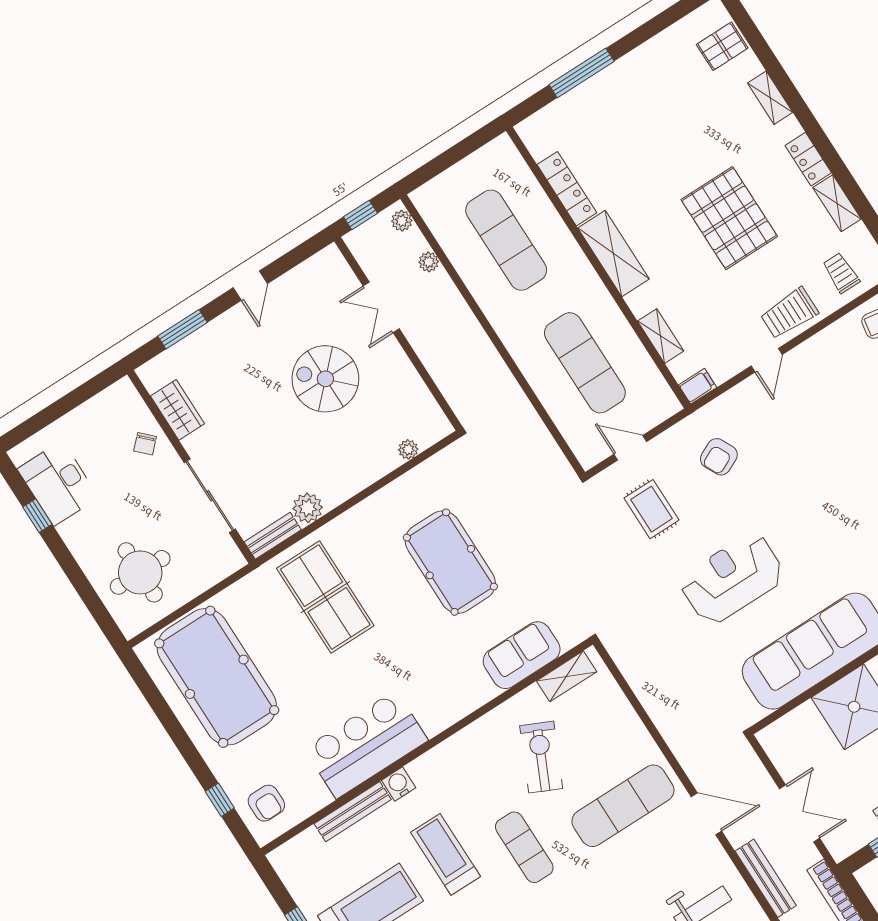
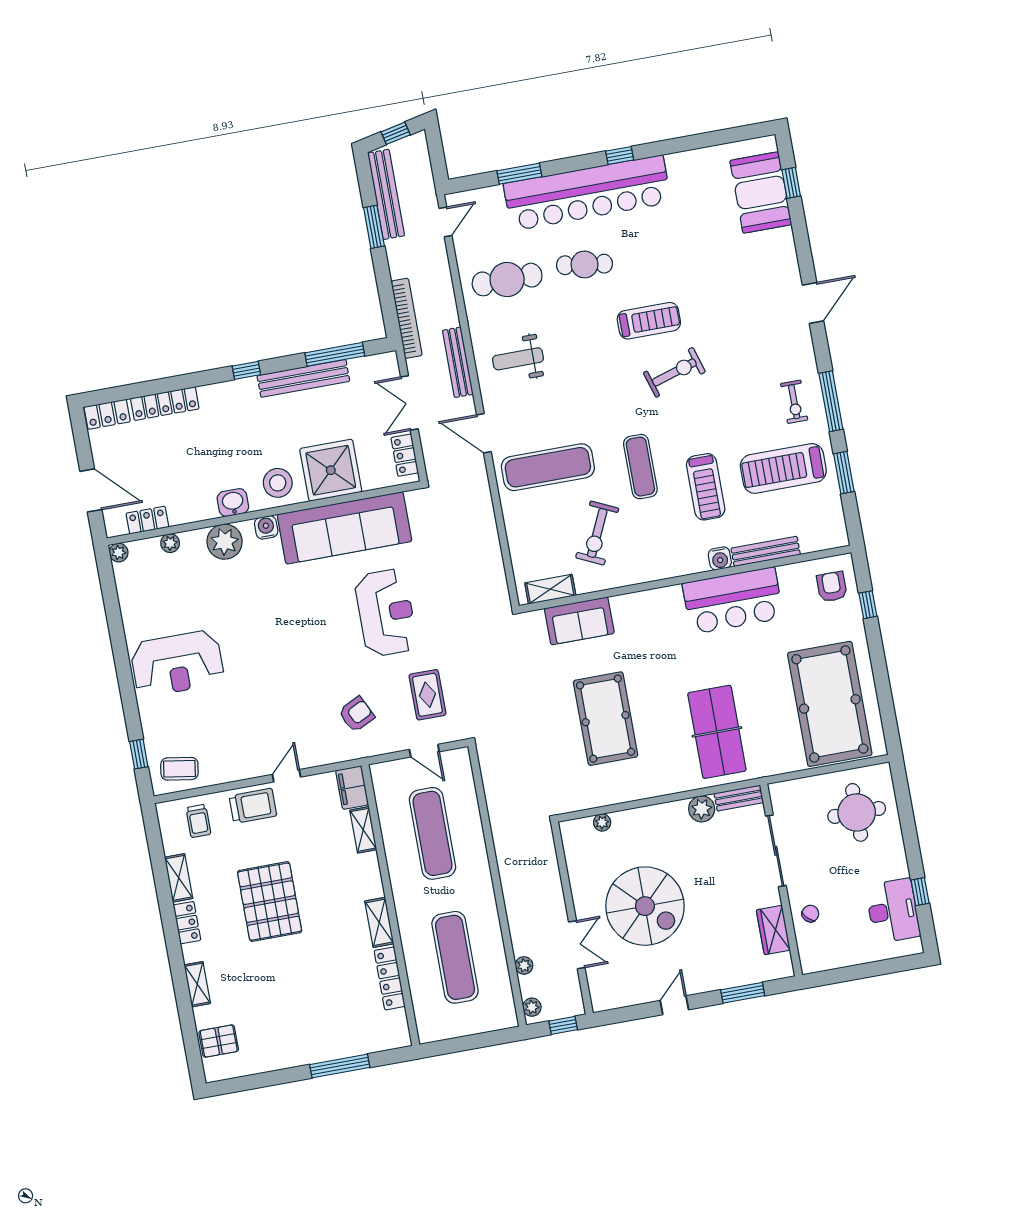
shelving: (614, 253) -> (379, 922), width x0.67, depth x0.75
spiral stairs: (325, 379) -> (645, 906), width x1.37, depth x1.37
filing cabinet: (698, 386) -> (352, 788), width x2.00
reception desk: (732, 579) -> (386, 613), turned -90
locker: (782, 755) -> (405, 455), added

